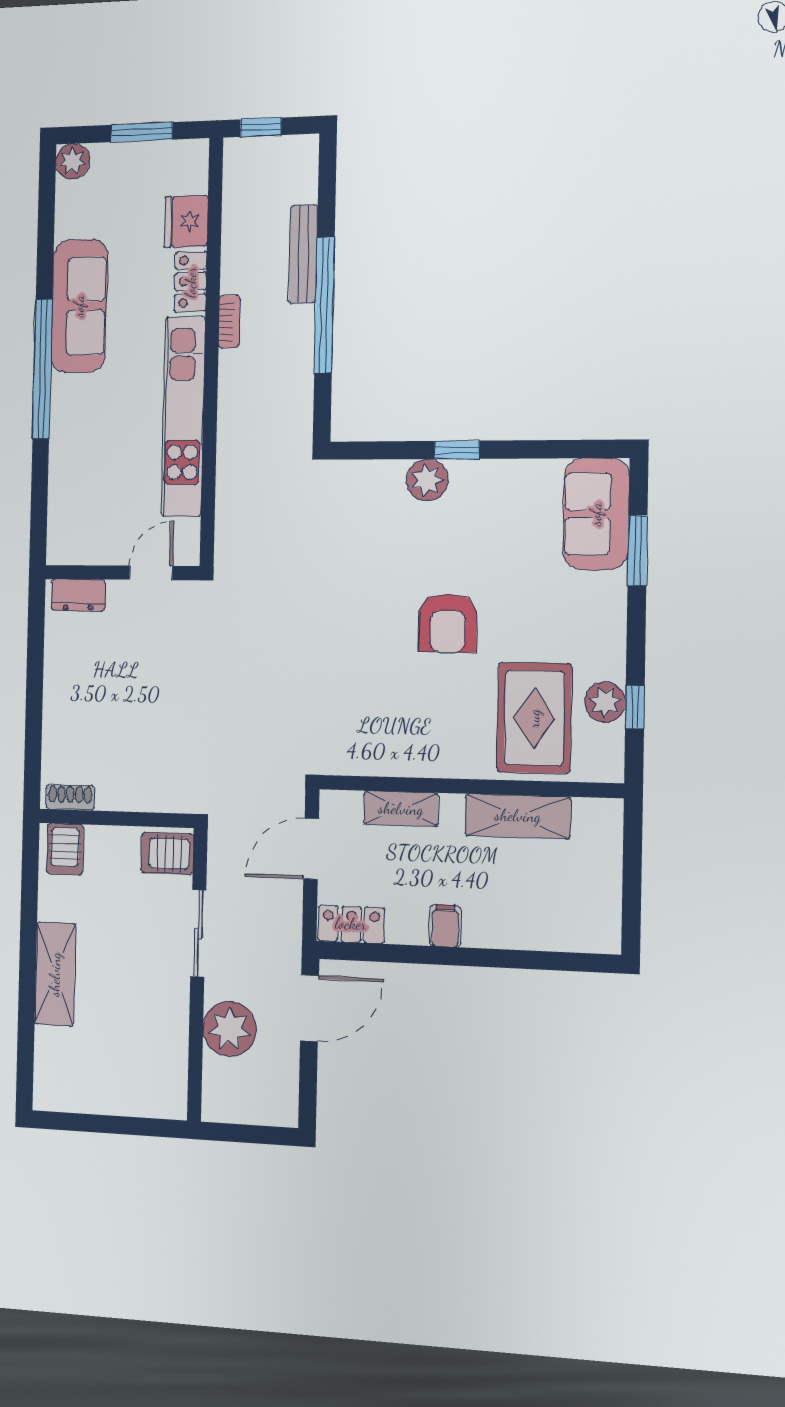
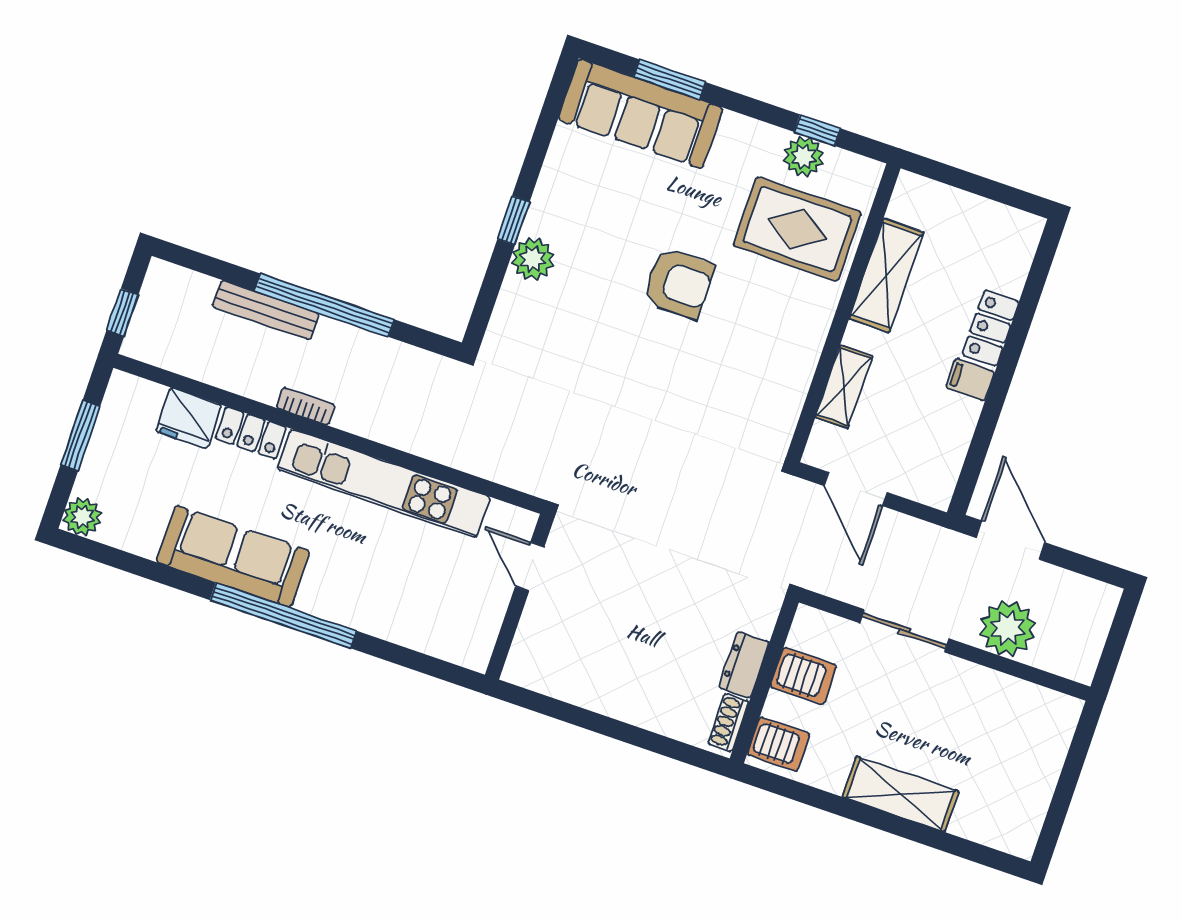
sofa: (596, 514) -> (641, 114), width x1.36
dresser: (78, 595) -> (744, 665), moved, turned 180
server rack: (167, 853) -> (804, 676), moved, turned -90
locker: (351, 924) -> (991, 328), moved

